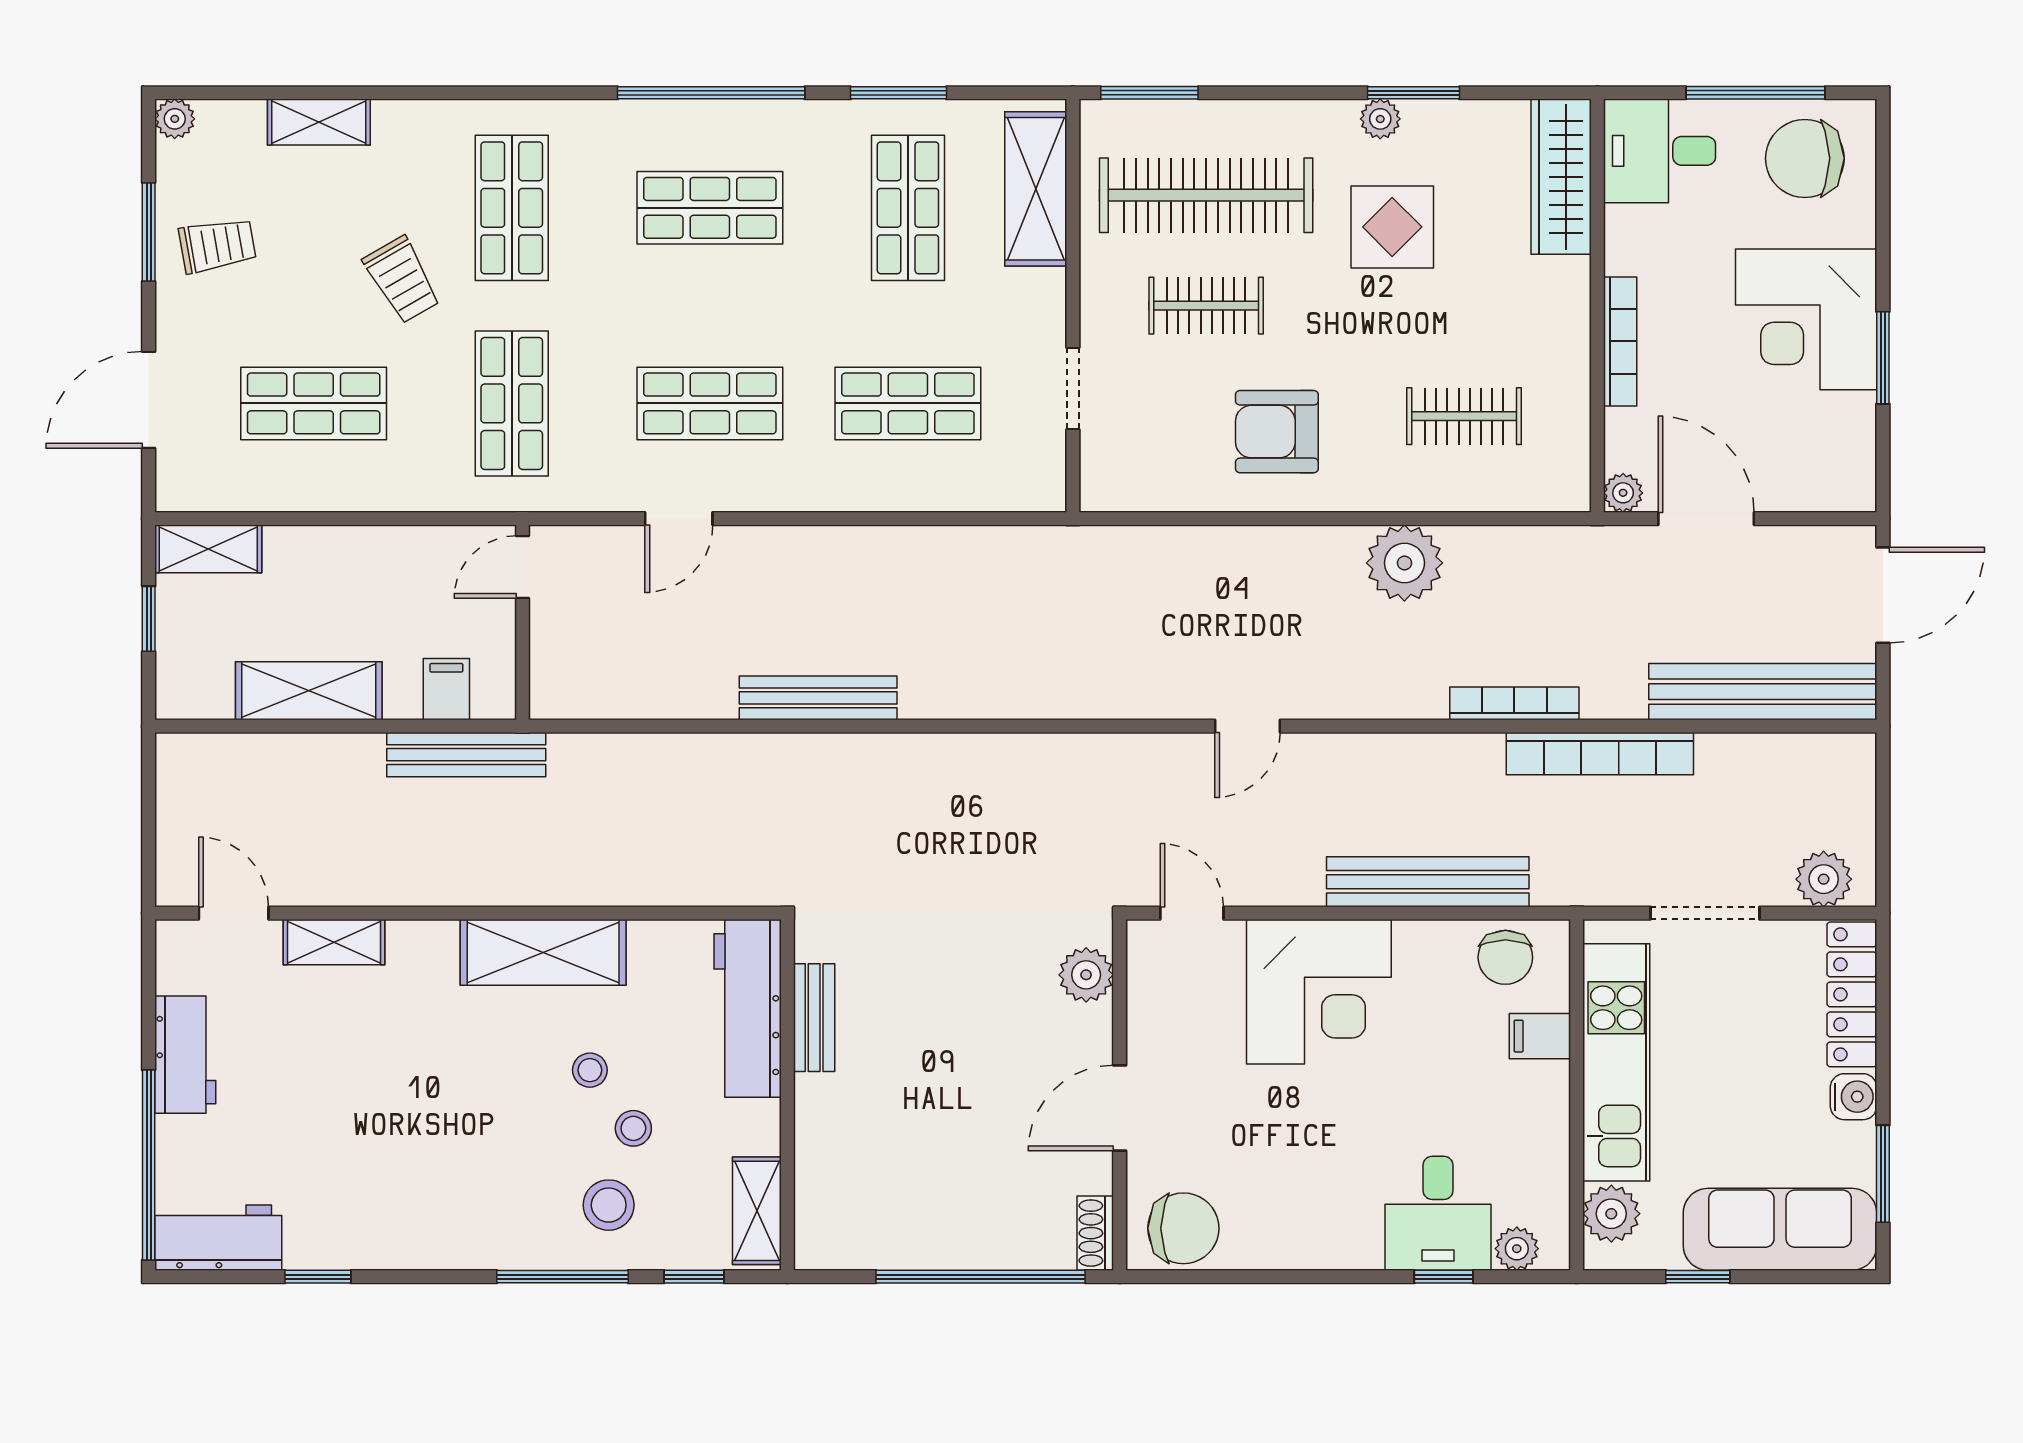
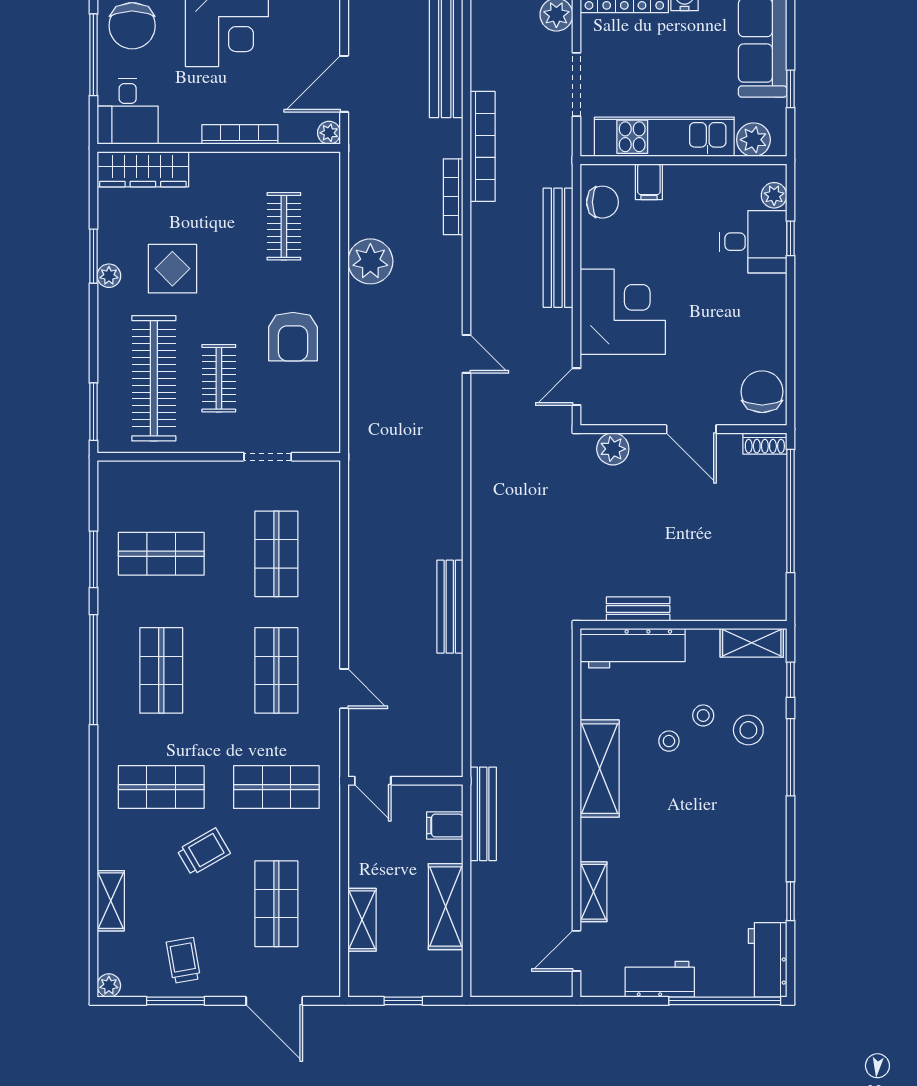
shelving: (1036, 189) -> (150, 479), removed
shelving: (208, 549) -> (362, 920), moved

